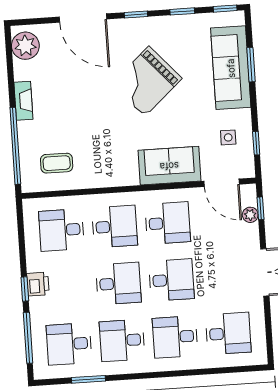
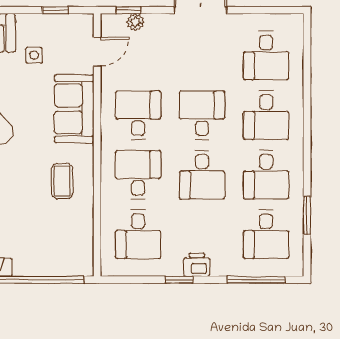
side table: (228, 137) -> (34, 55), moved
coffee table: (57, 163) -> (62, 181), moved
door: (222, 183) -> (97, 52), width x0.73
desk: (118, 283) -> (202, 175), turned 180
window: (25, 289) -> (179, 280), moved
desk: (228, 333) -> (266, 56), turned 180

